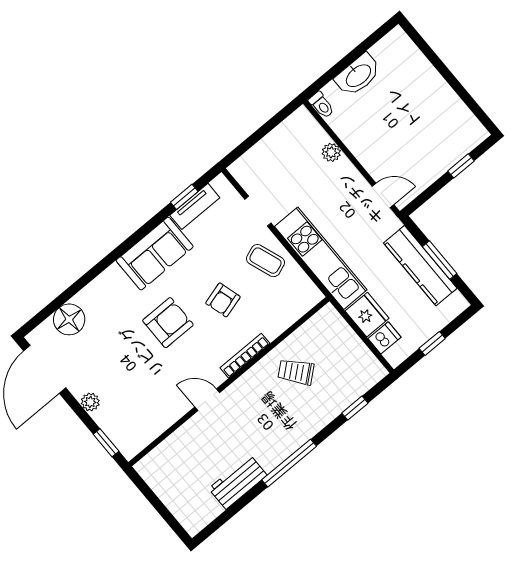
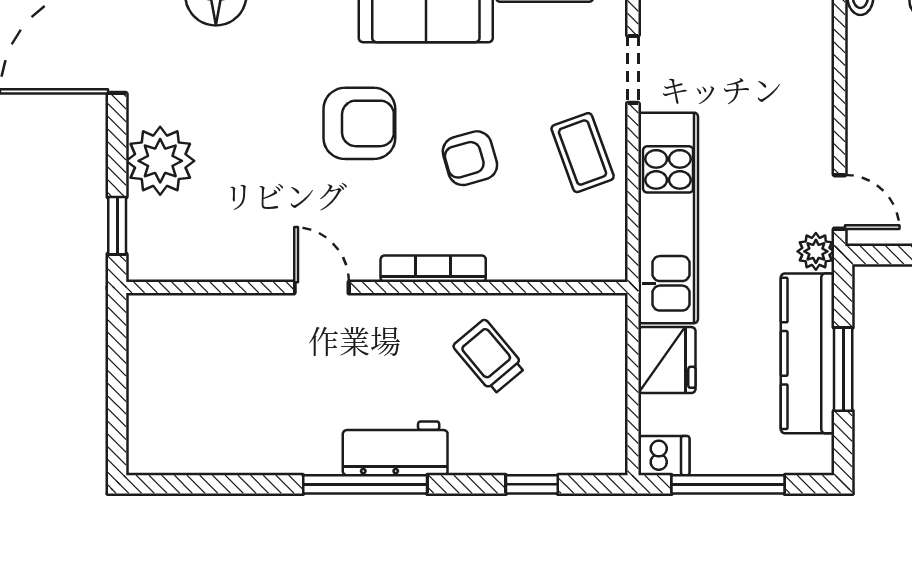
plant: (331, 152) -> (816, 251), moved
dishwasher: (385, 338) -> (664, 456), moved
window: (432, 343) -> (728, 484), width x2.17
plant: (90, 402) -> (160, 161), width x1.87, depth x1.87
workbench: (238, 482) -> (395, 448), moved

